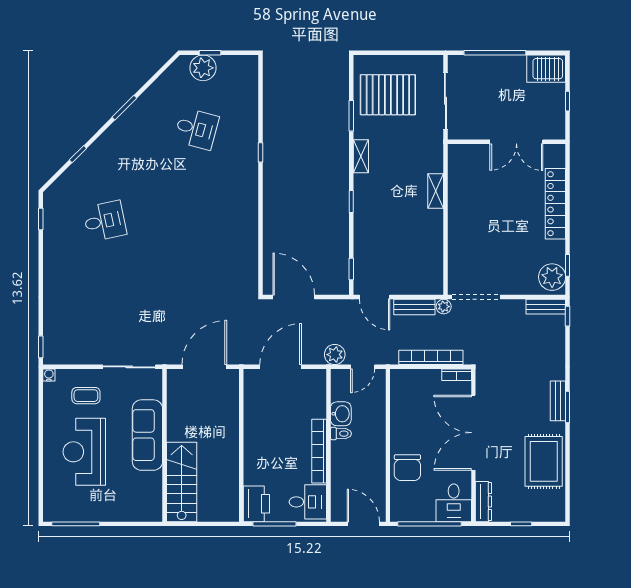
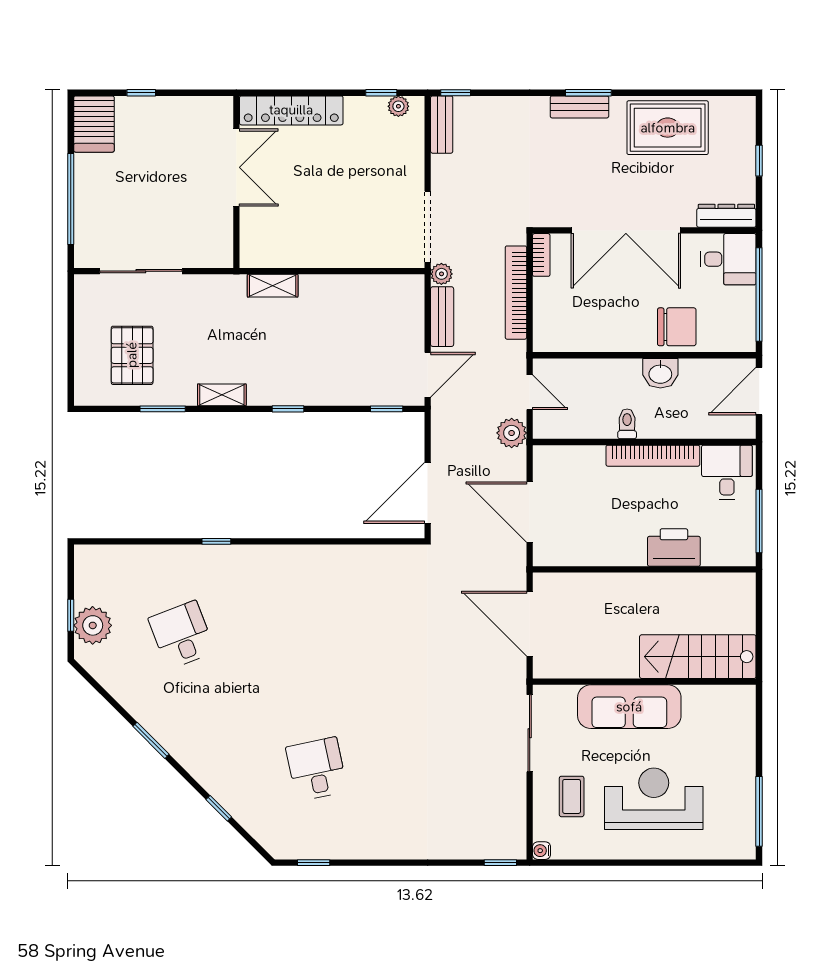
pallet: (388, 95) -> (132, 355), width x0.73, depth x0.71
desk: (196, 129) -> (182, 635), turned -36
wall: (507, 142) -> (236, 182), moved
double door: (516, 142) -> (236, 167), moved
plant: (552, 277) -> (398, 106), width x0.53, depth x0.53
washbasin: (341, 414) -> (660, 373), moved, turned 180
reception desk: (84, 452) -> (654, 799), turned 180
printer: (256, 504) -> (674, 547), moved

